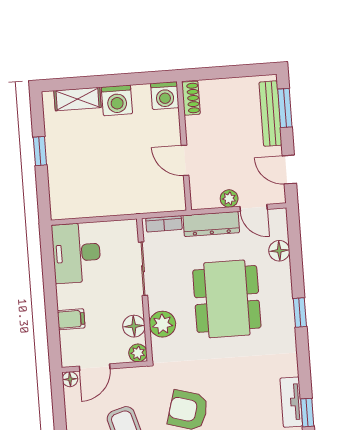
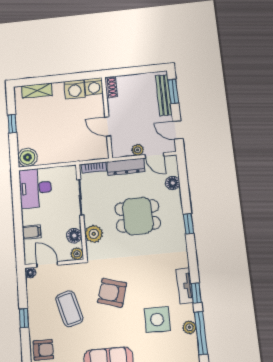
washing machine: (117, 100) -> (75, 89), moved
boiler: (64, 205) -> (27, 157), added
dining table: (227, 299) -> (138, 216), width x0.73
door: (95, 367) -> (47, 264), swing flipped

